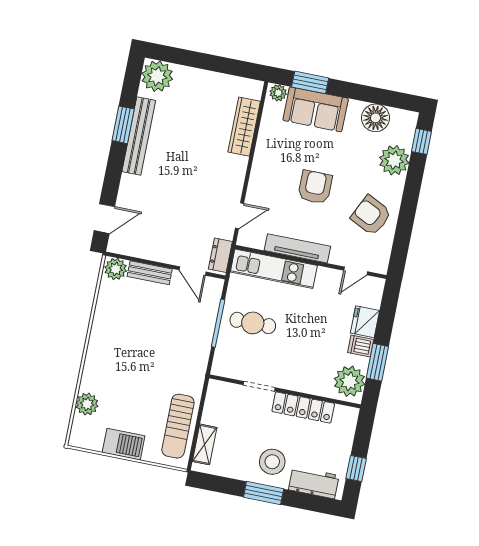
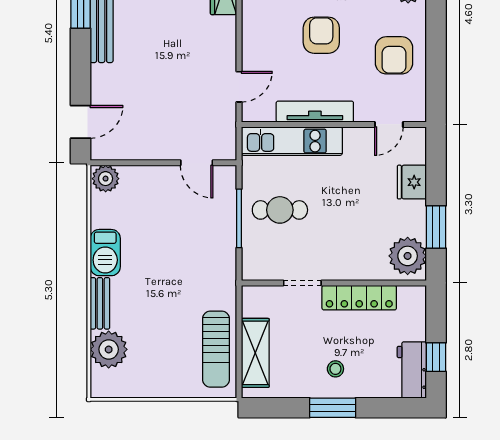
armchair: (371, 215) -> (394, 55), turned -116
dresser: (220, 255) -> (226, 138), removed
bench: (150, 273) -> (100, 303), moved, turned 90
dishwasher: (361, 346) -> (412, 212), removed
plant: (87, 404) -> (109, 349), width x1.36, depth x1.36
barbecue: (124, 444) -> (105, 253), moved, turned 90
shelving: (205, 444) -> (255, 353), width x1.50, depth x1.33
stool: (272, 462) -> (335, 369), width x0.53, depth x0.53
workbench: (314, 483) -> (412, 370), moved, turned -90

